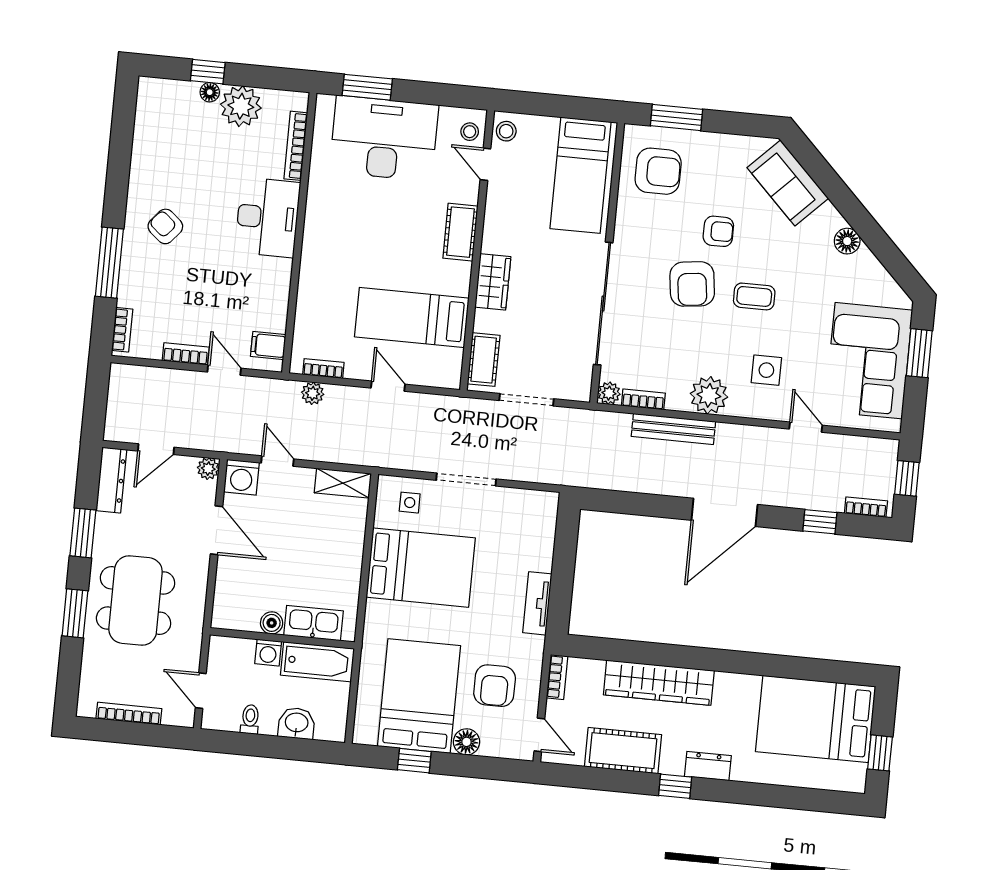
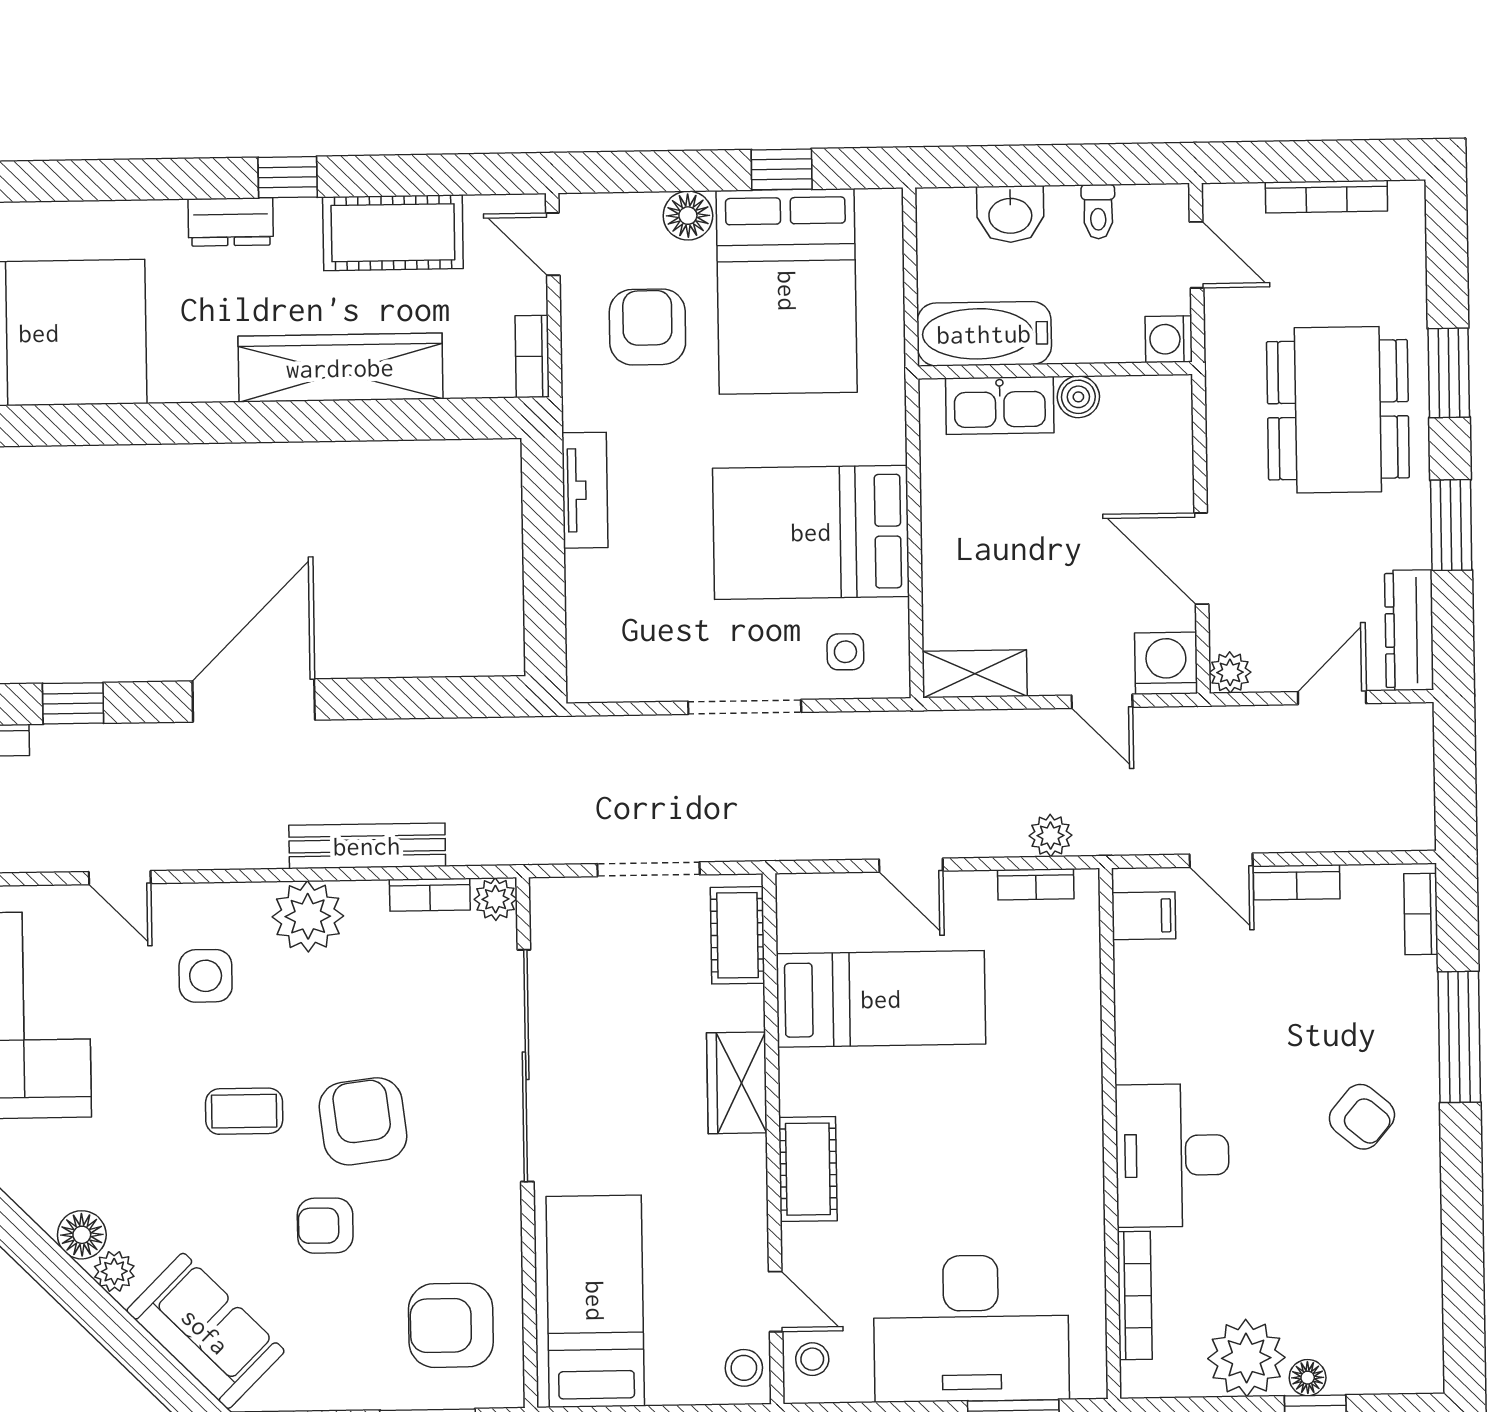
plant: (832, 220) -> (114, 1271), added
washing machine: (268, 653) -> (1169, 339), moved, turned -90

